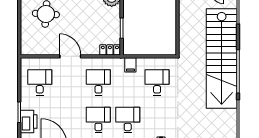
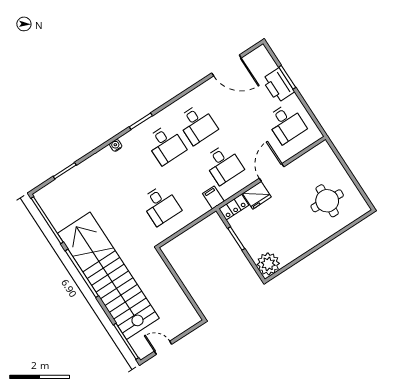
fridge: (90, 48) -> (257, 195), added
door: (70, 56) -> (272, 172), swing flipped
filing cabinet: (130, 65) -> (213, 197), moved
printer: (29, 122) -> (278, 85), moved

